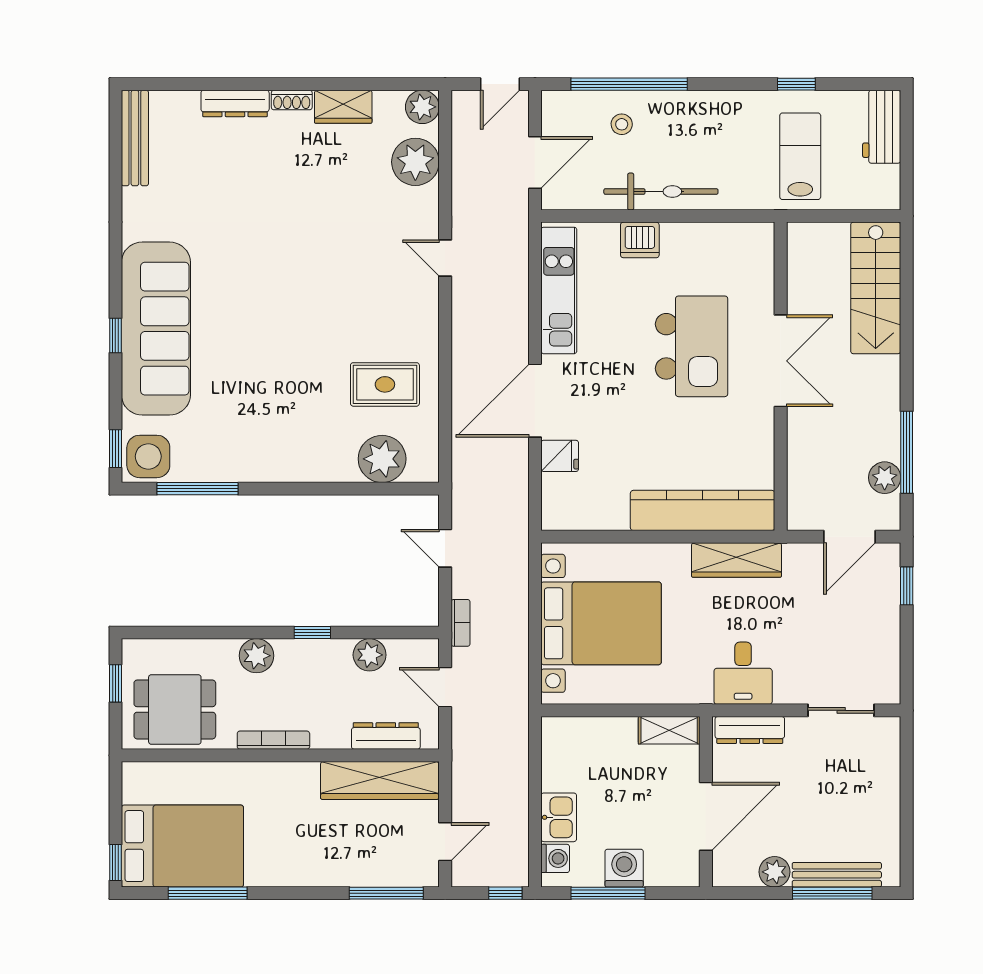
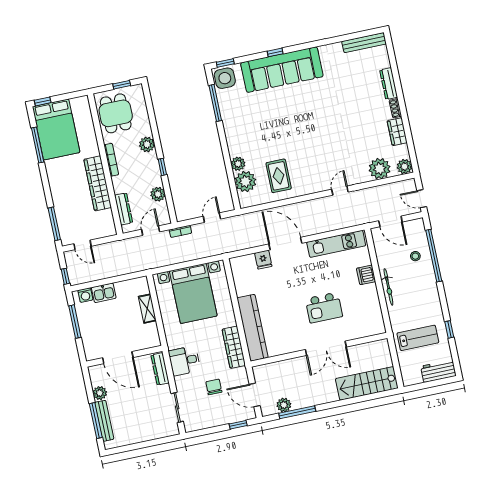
bicycle: (661, 191) -> (388, 287), width x0.73, depth x0.71
kitchen island: (692, 346) -> (324, 308), width x0.73, depth x0.78
plant: (340, 467) -> (238, 164), added
chair: (813, 621) -> (214, 387), added
shelving: (669, 730) -> (147, 309), moved
wardrobe: (380, 780) -> (98, 183), moved
washing machine: (624, 868) -> (87, 326), removed

